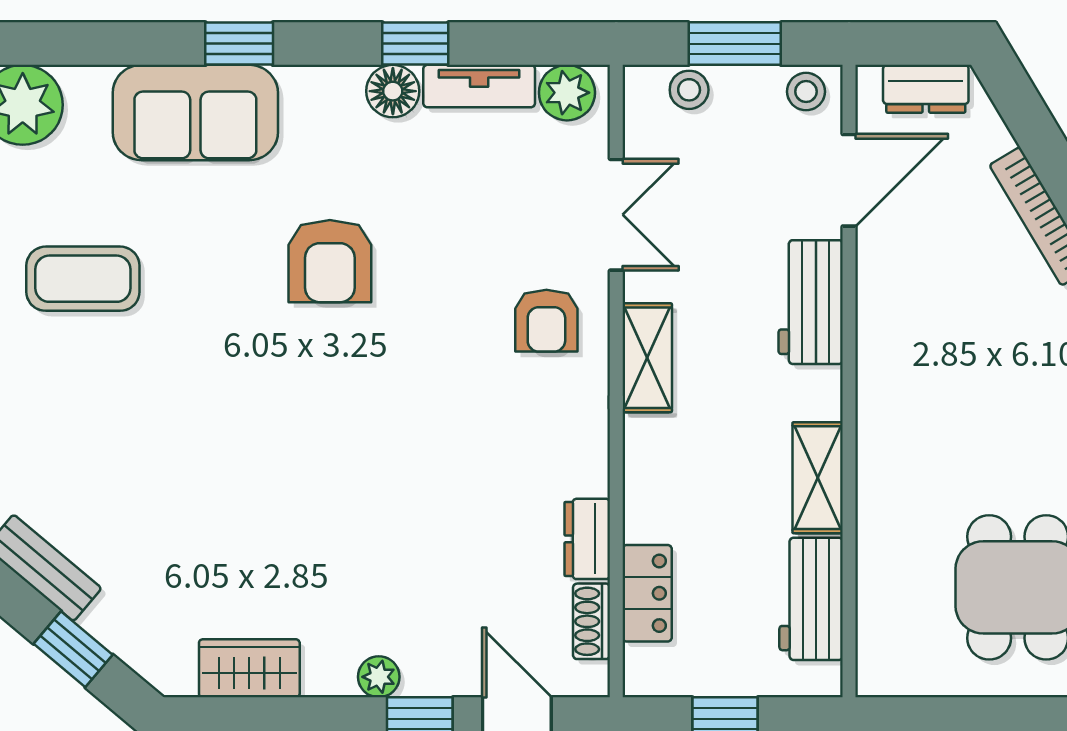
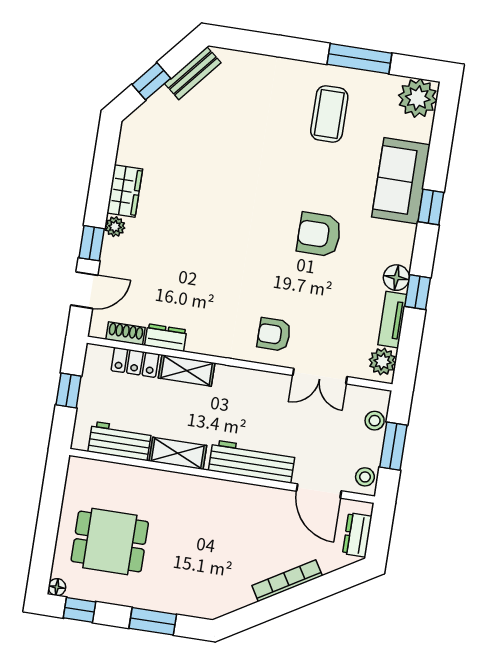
workbench: (811, 302) -> (252, 461), width x1.38
shelving: (647, 358) -> (187, 371), moved
wardrobe: (249, 668) -> (125, 191), moved

